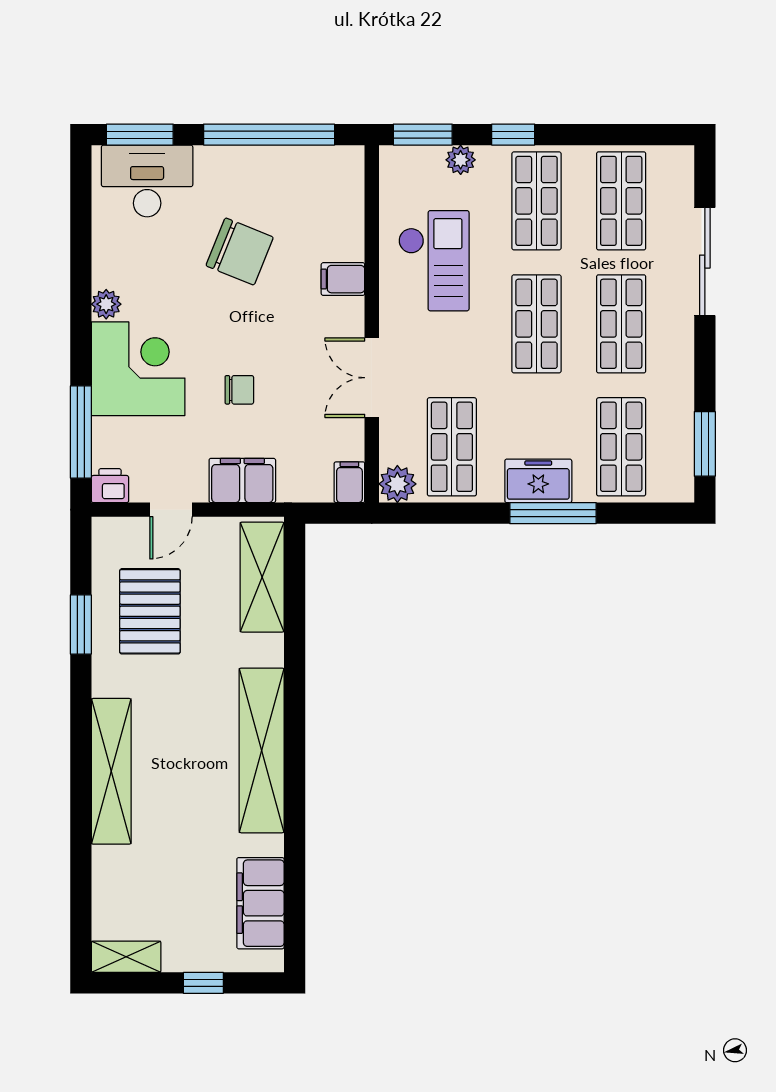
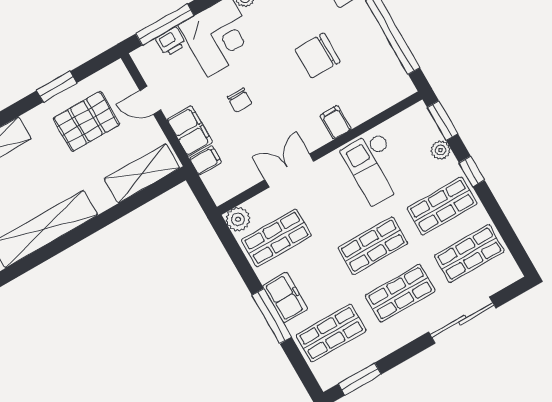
chair: (240, 251) -> (318, 55), turned 68
checkout: (434, 261) -> (375, 168), turned 90
filing cabinet: (349, 482) -> (205, 160), moved
printer: (110, 486) -> (171, 42), moved, turned 90

